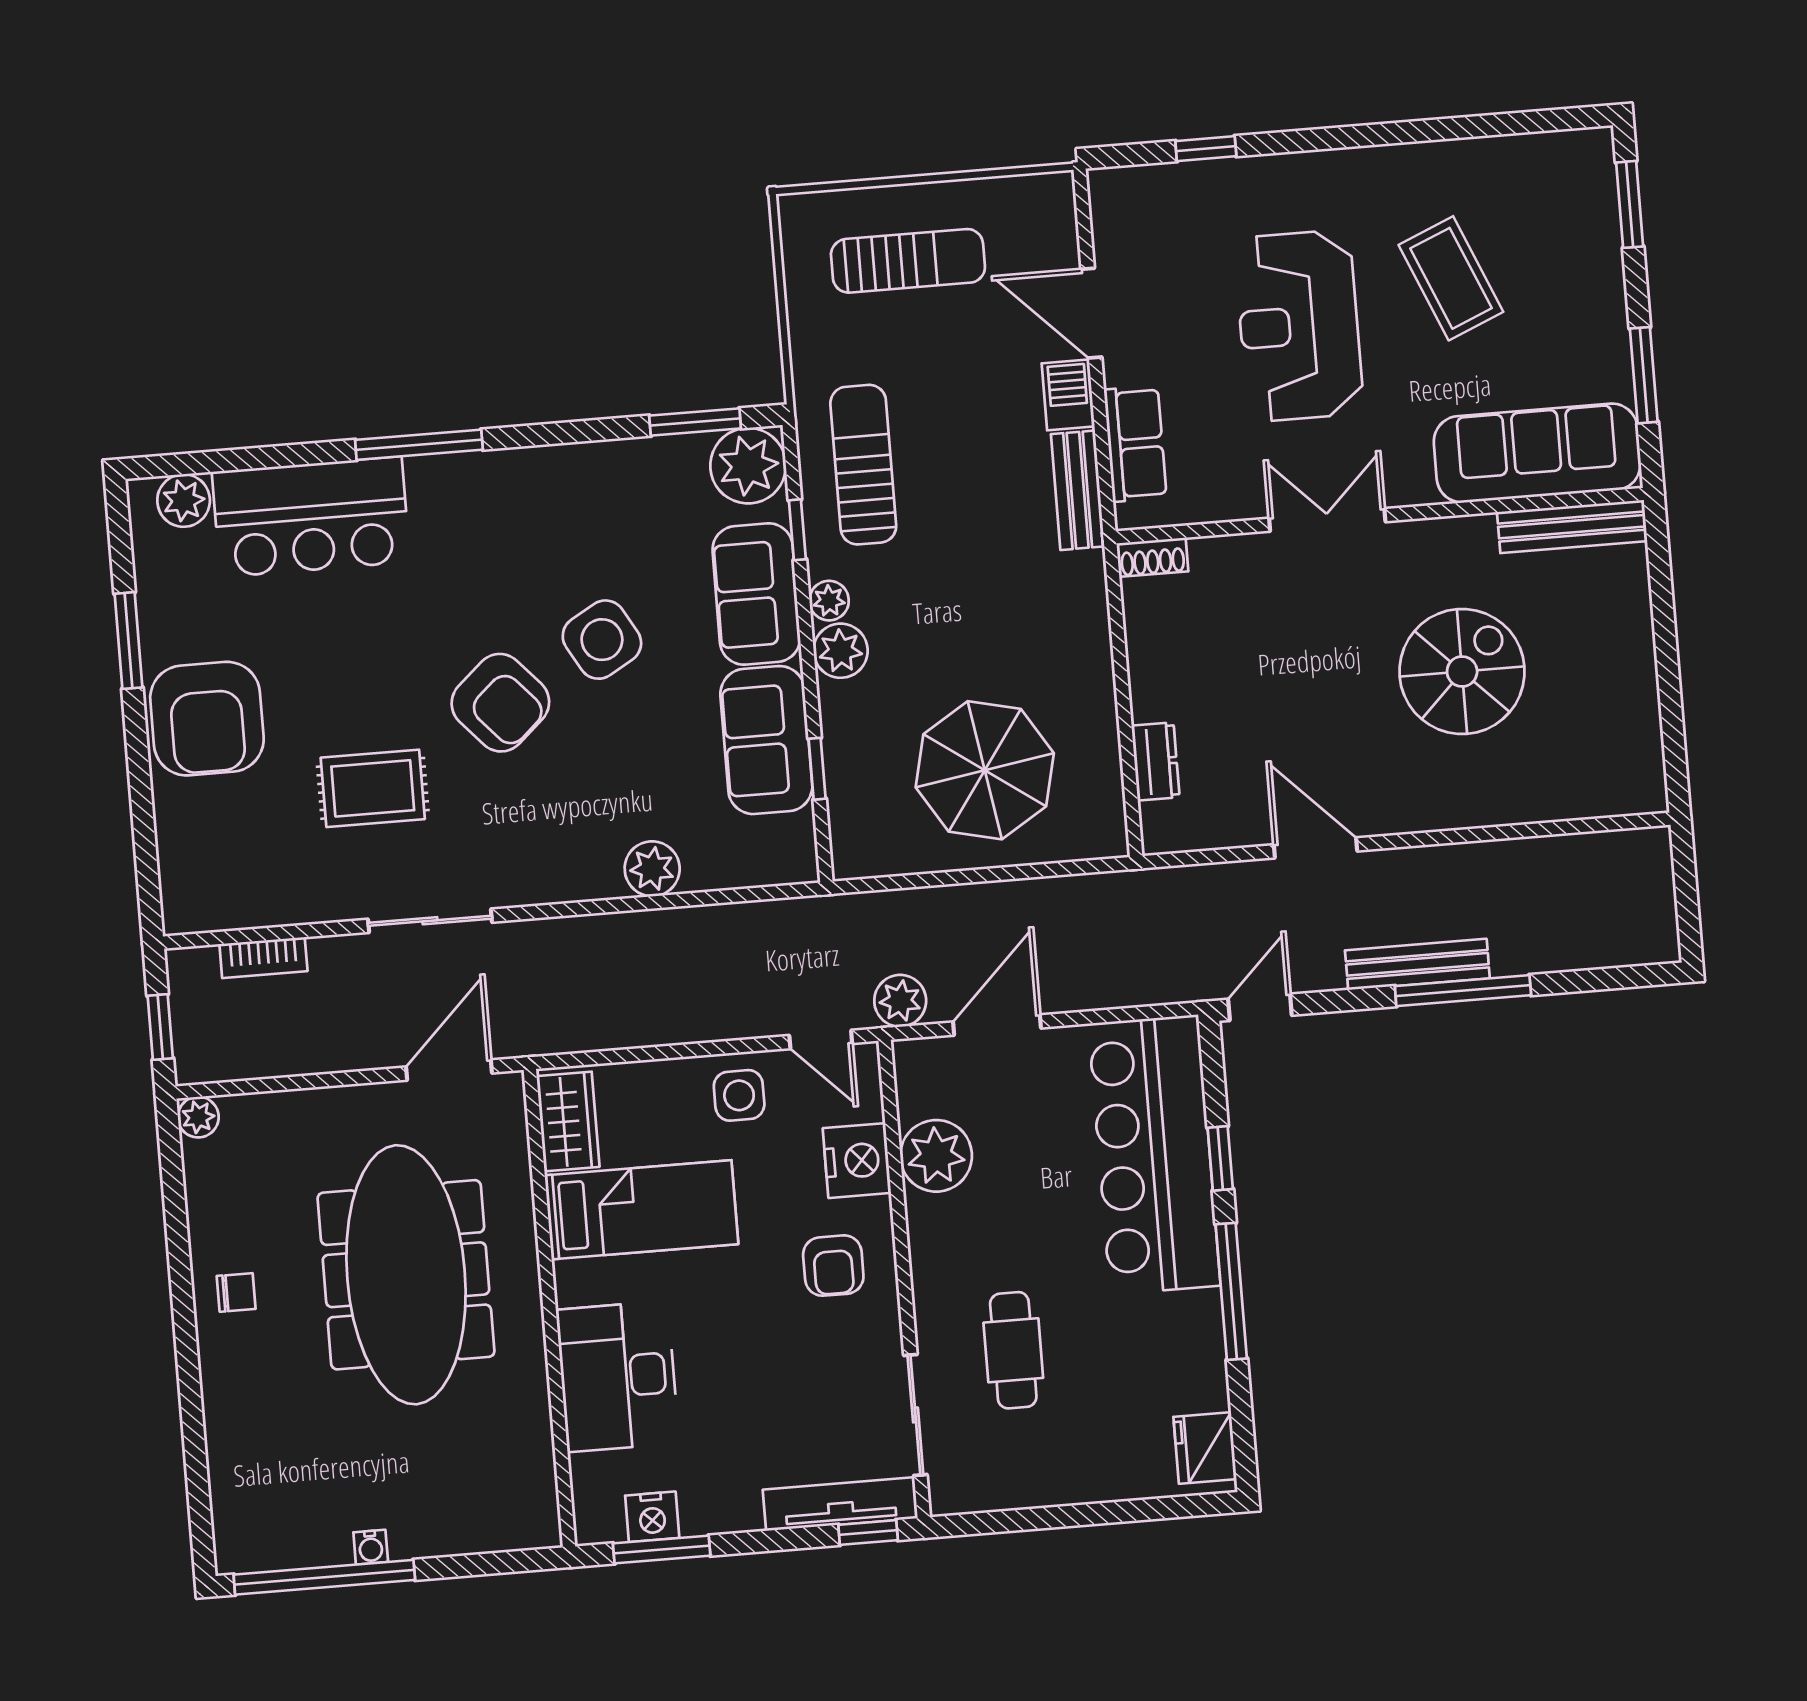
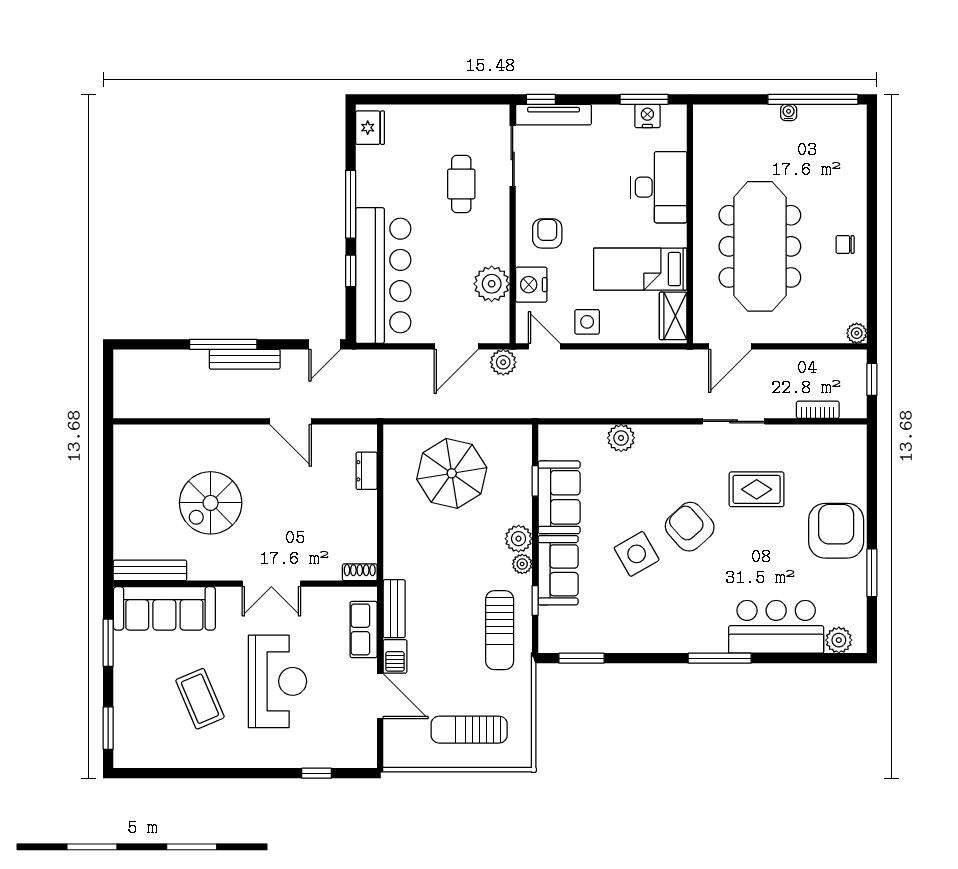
plant: (748, 466) -> (557, 634), removed

